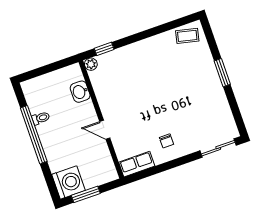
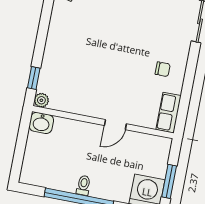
washbasin: (80, 92) -> (41, 123), moved
toilet: (41, 118) -> (84, 185), moved

